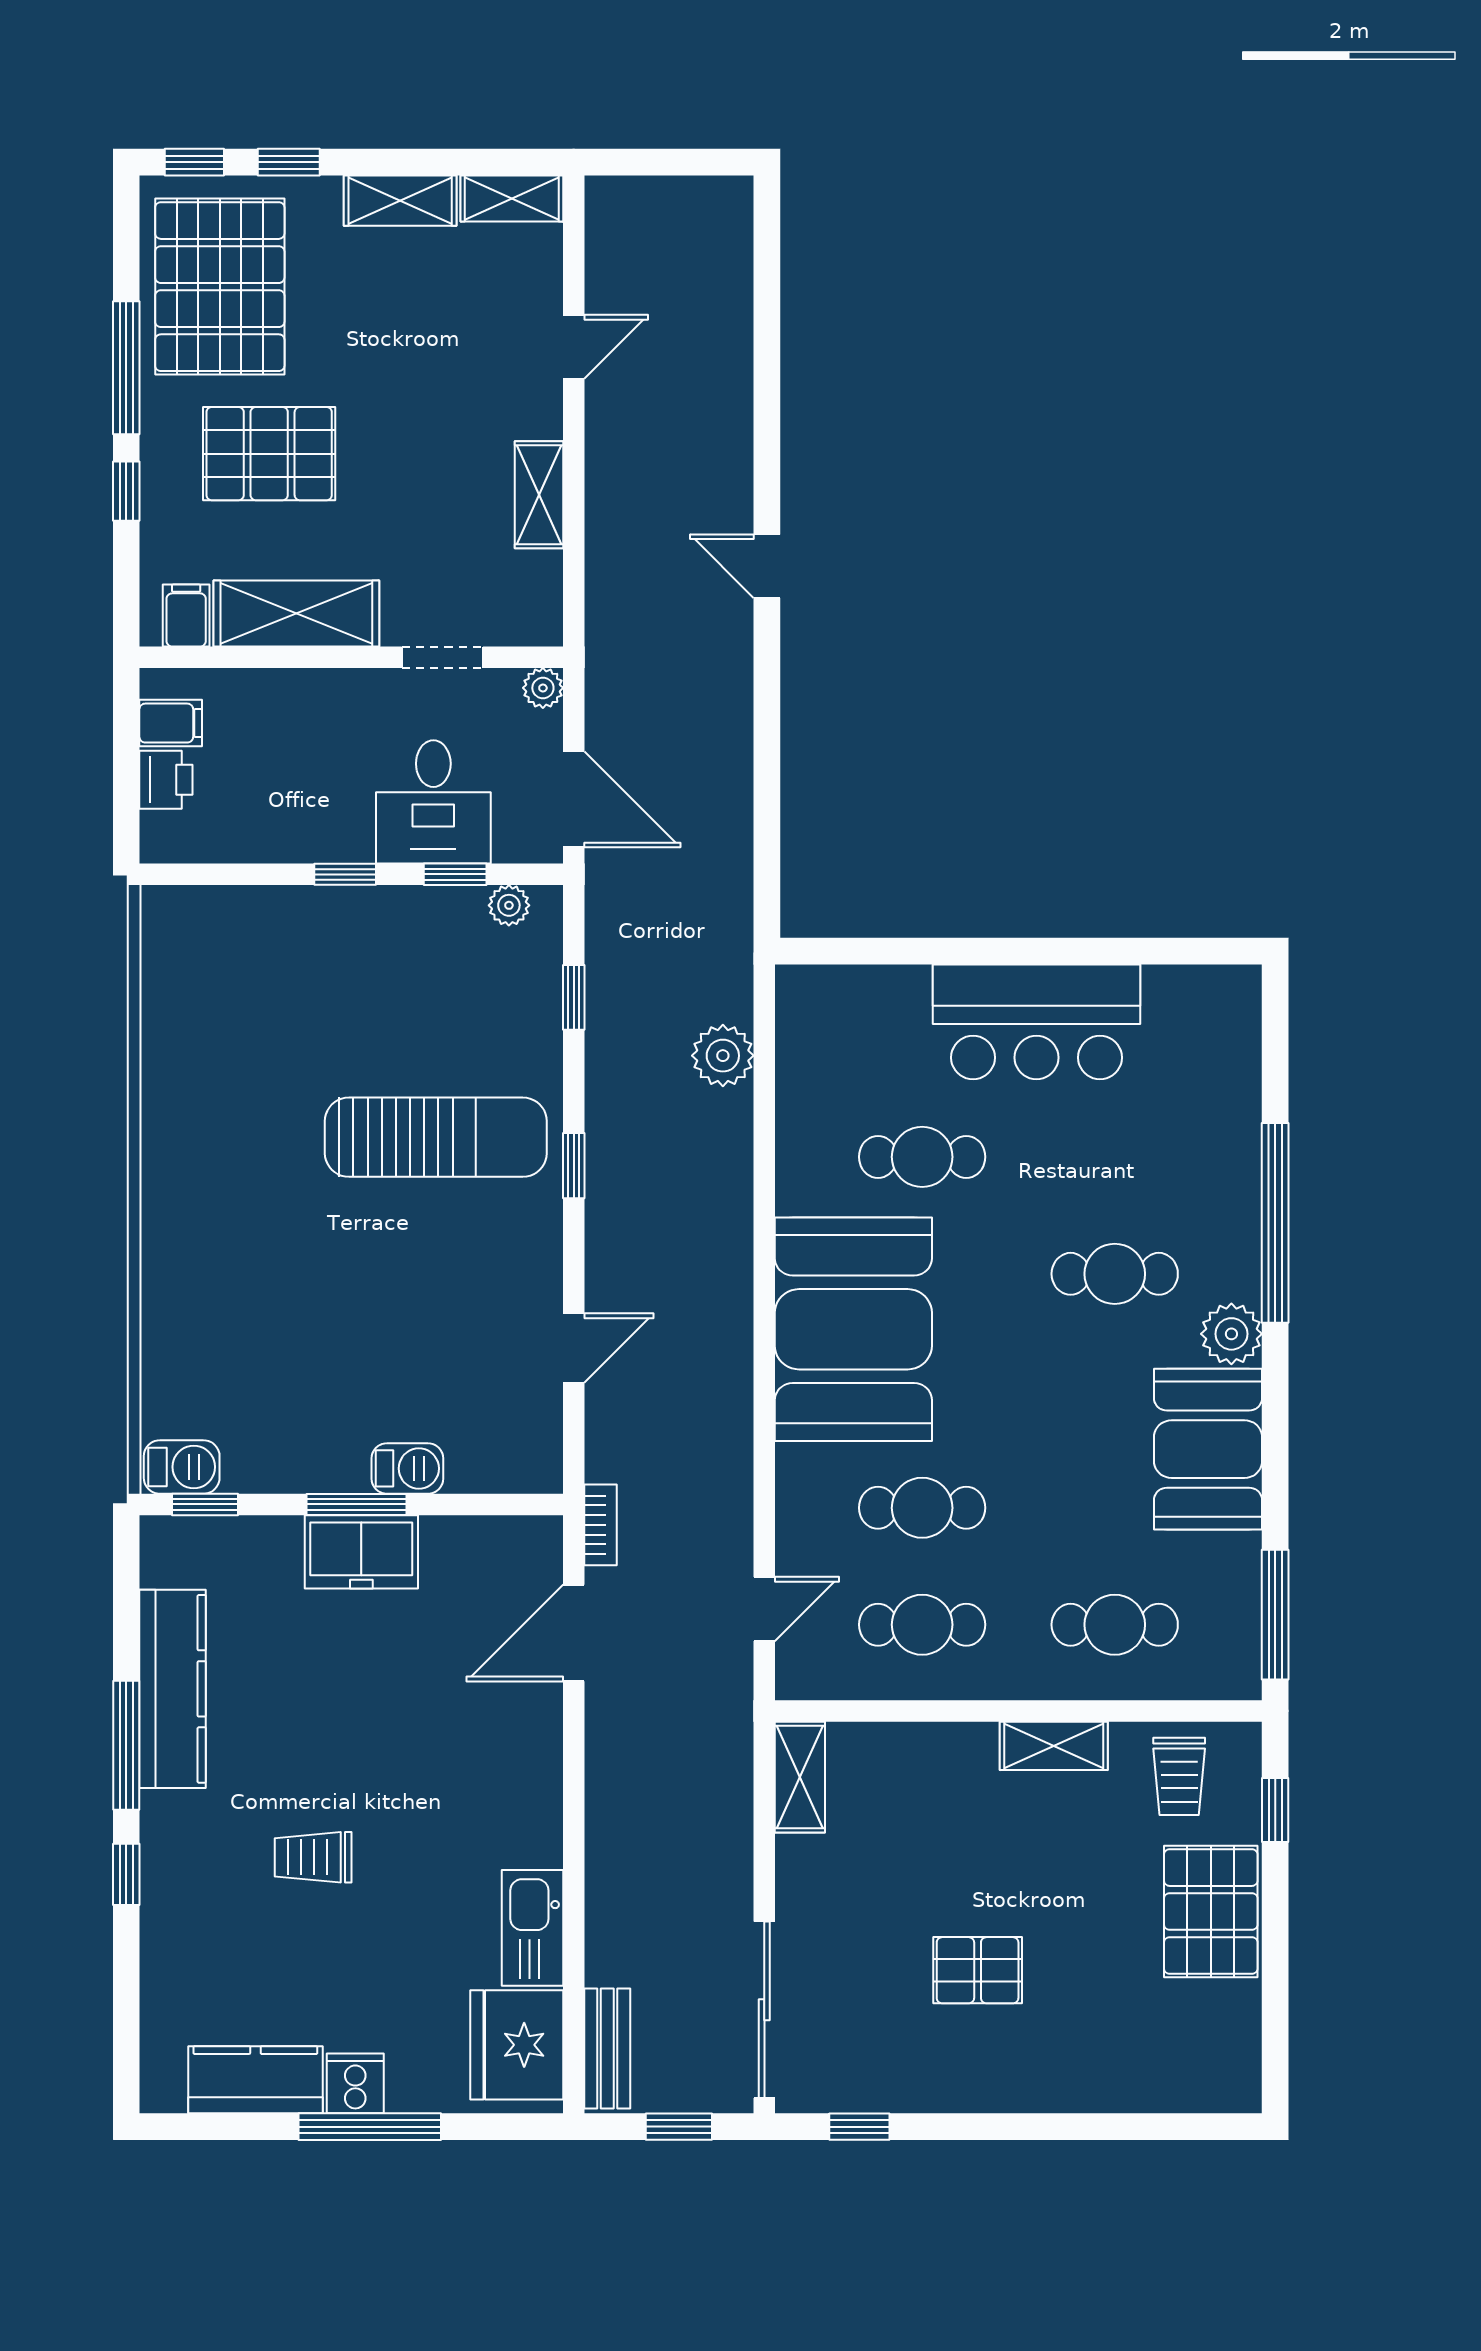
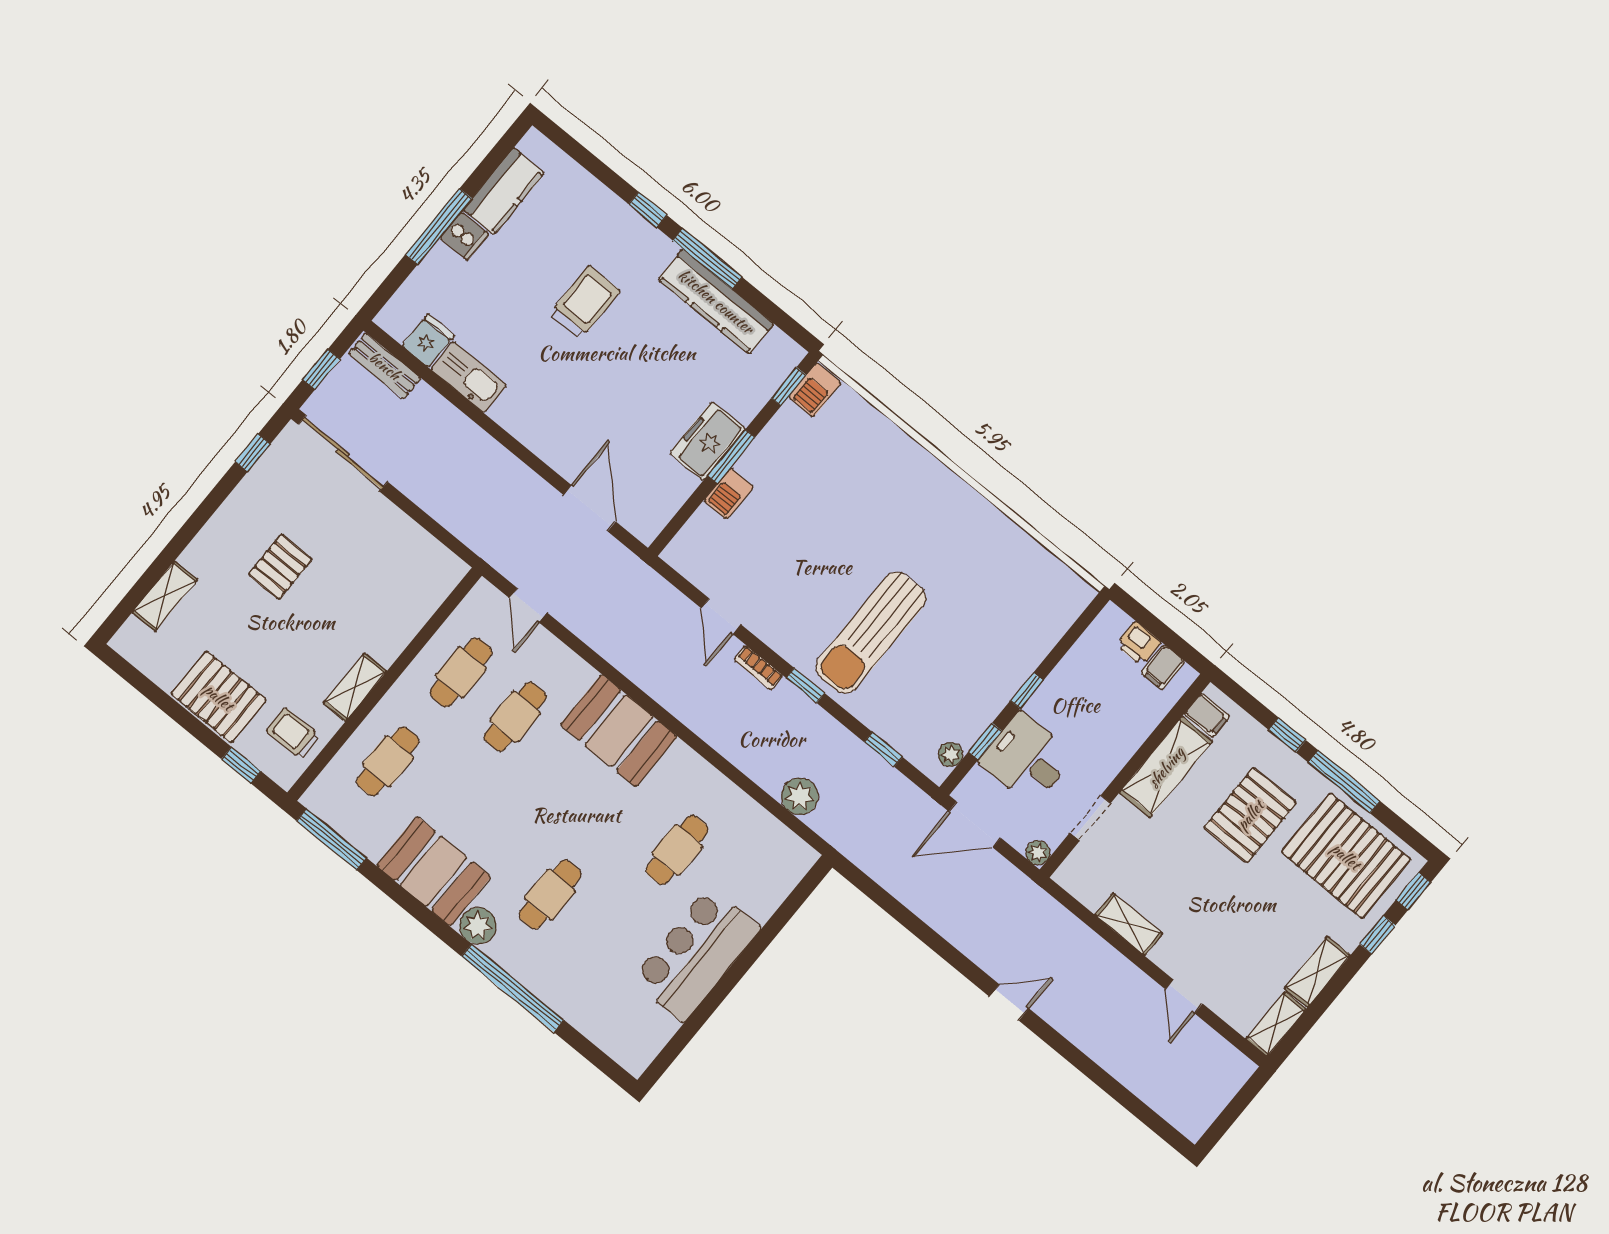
booth: (853, 1329) -> (619, 731), width x0.73, depth x0.70
bookcase: (600, 1525) -> (759, 668), moved
shelving: (800, 1777) -> (165, 596), moved, turned 90
trolley: (313, 1857) -> (585, 303), width x1.36, depth x1.39
fridge: (517, 2045) -> (428, 341), width x0.53, depth x0.75

